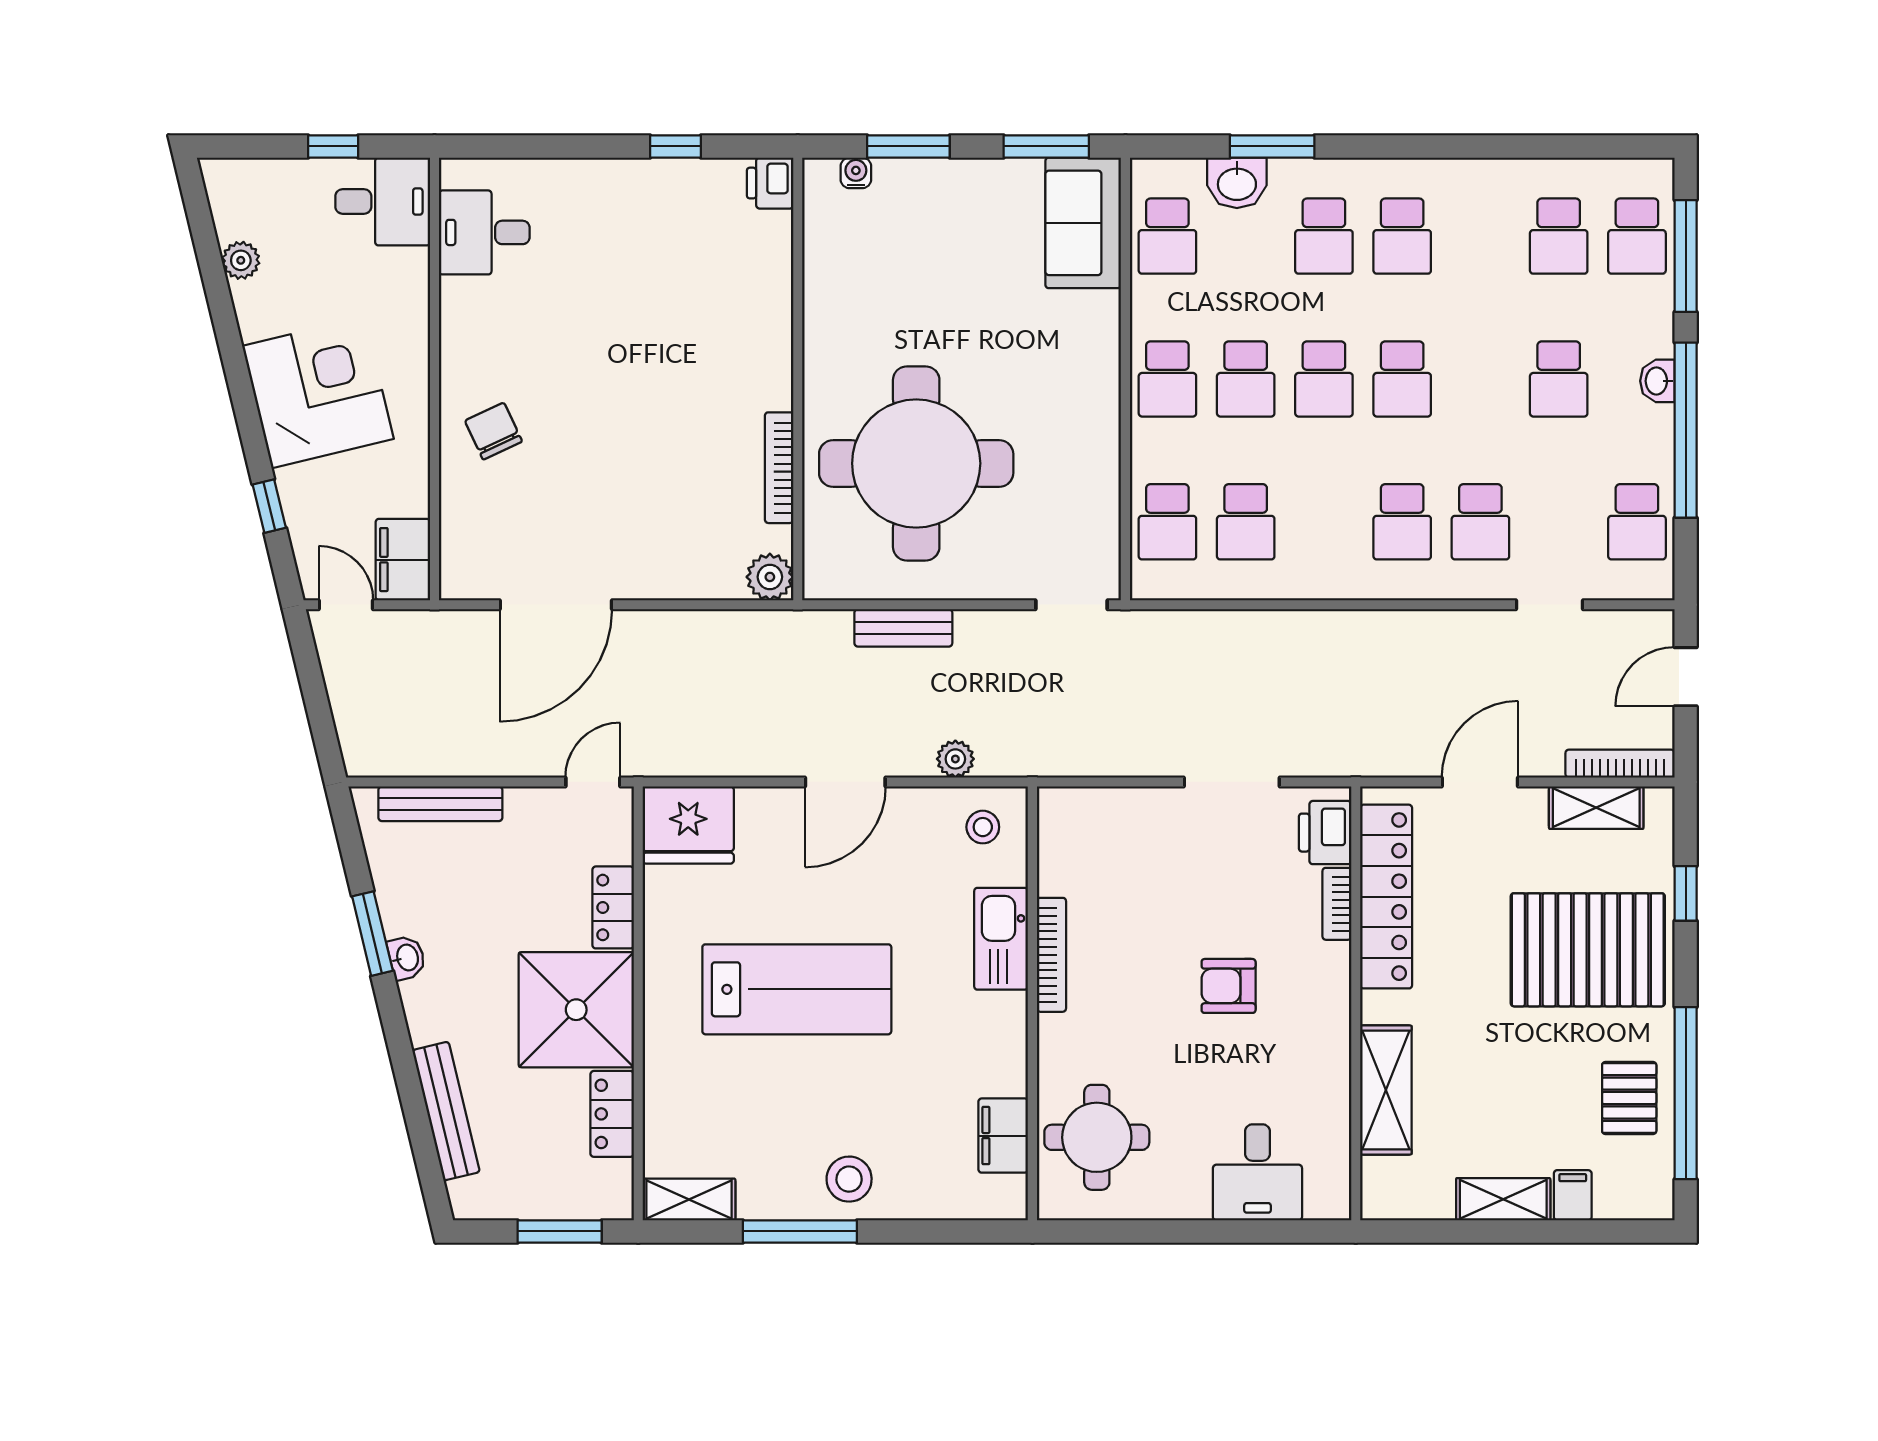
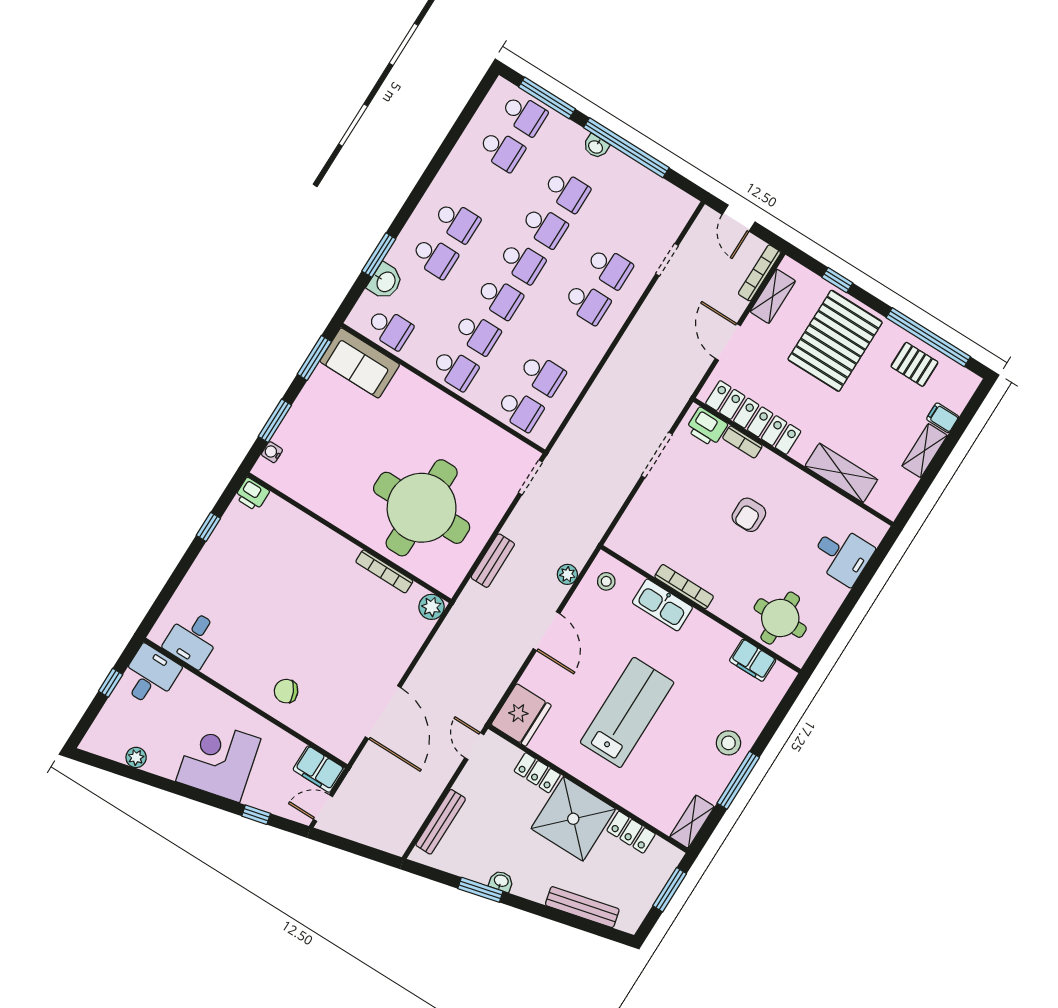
school desk: (1637, 522) -> (544, 227), moved

